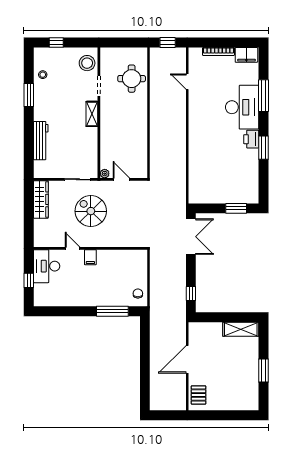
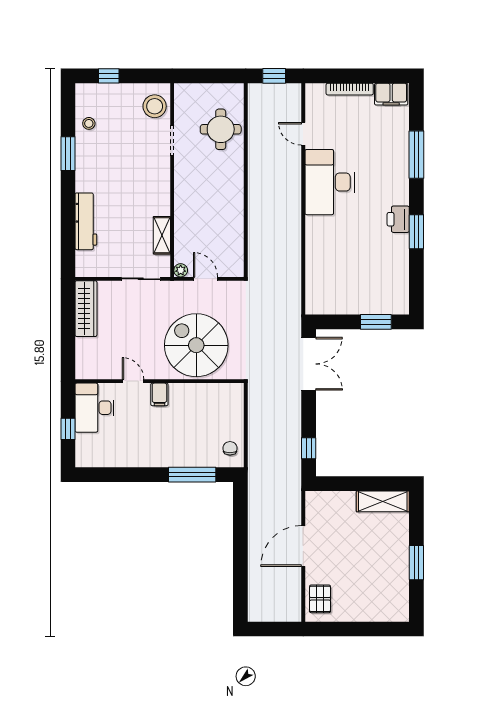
desk: (242, 107) -> (330, 182), moved, turned 180
shelving: (92, 114) -> (162, 235), moved
spiral stairs: (91, 211) -> (196, 345), moved, width x1.37, depth x1.37

